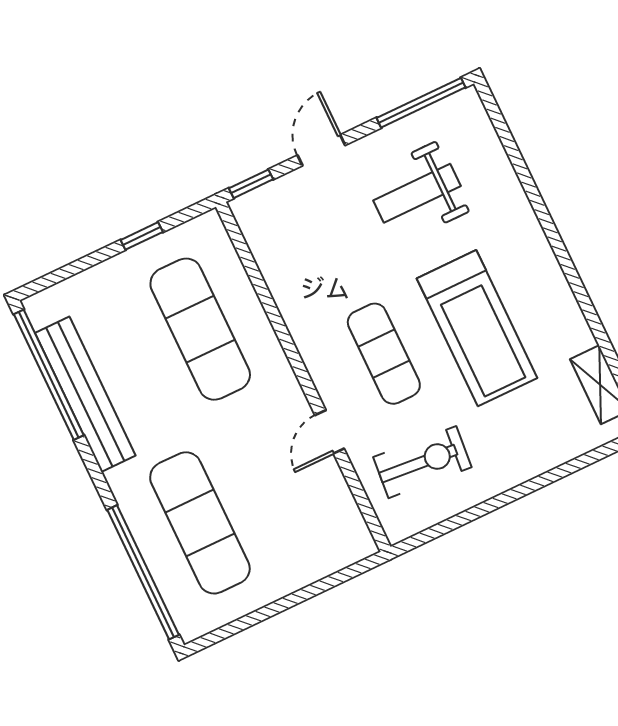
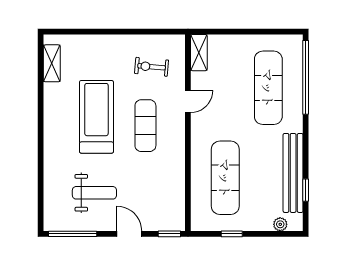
door: (321, 150) -> (129, 234), swing flipped
plant: (65, 293) -> (280, 224), added
window: (49, 375) -> (306, 190), width x0.32
exercise bike: (422, 462) -> (152, 67), width x0.73, depth x0.72
shelving: (351, 527) -> (199, 53), added

